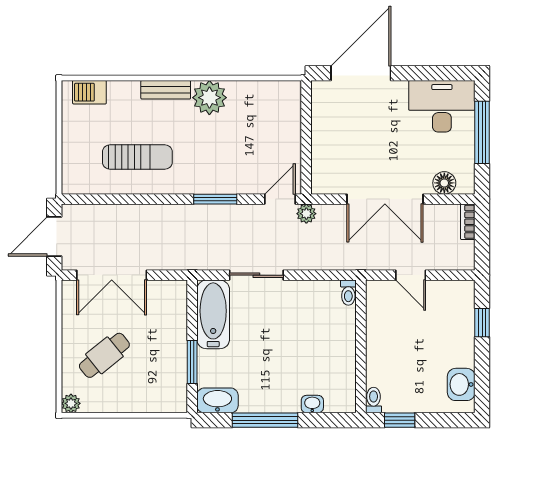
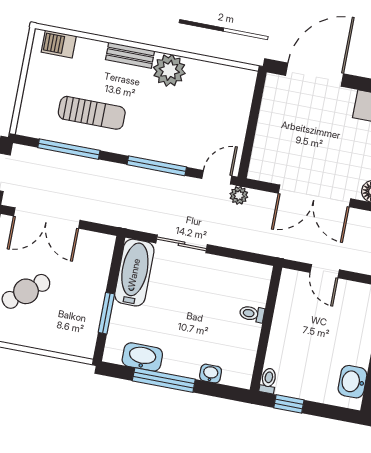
window: (121, 199) -> (69, 149), added
window: (215, 199) -> (157, 166), width x1.44
toilet: (348, 293) -> (252, 314), moved, turned 90
washbasin: (217, 400) -> (142, 357), moved

